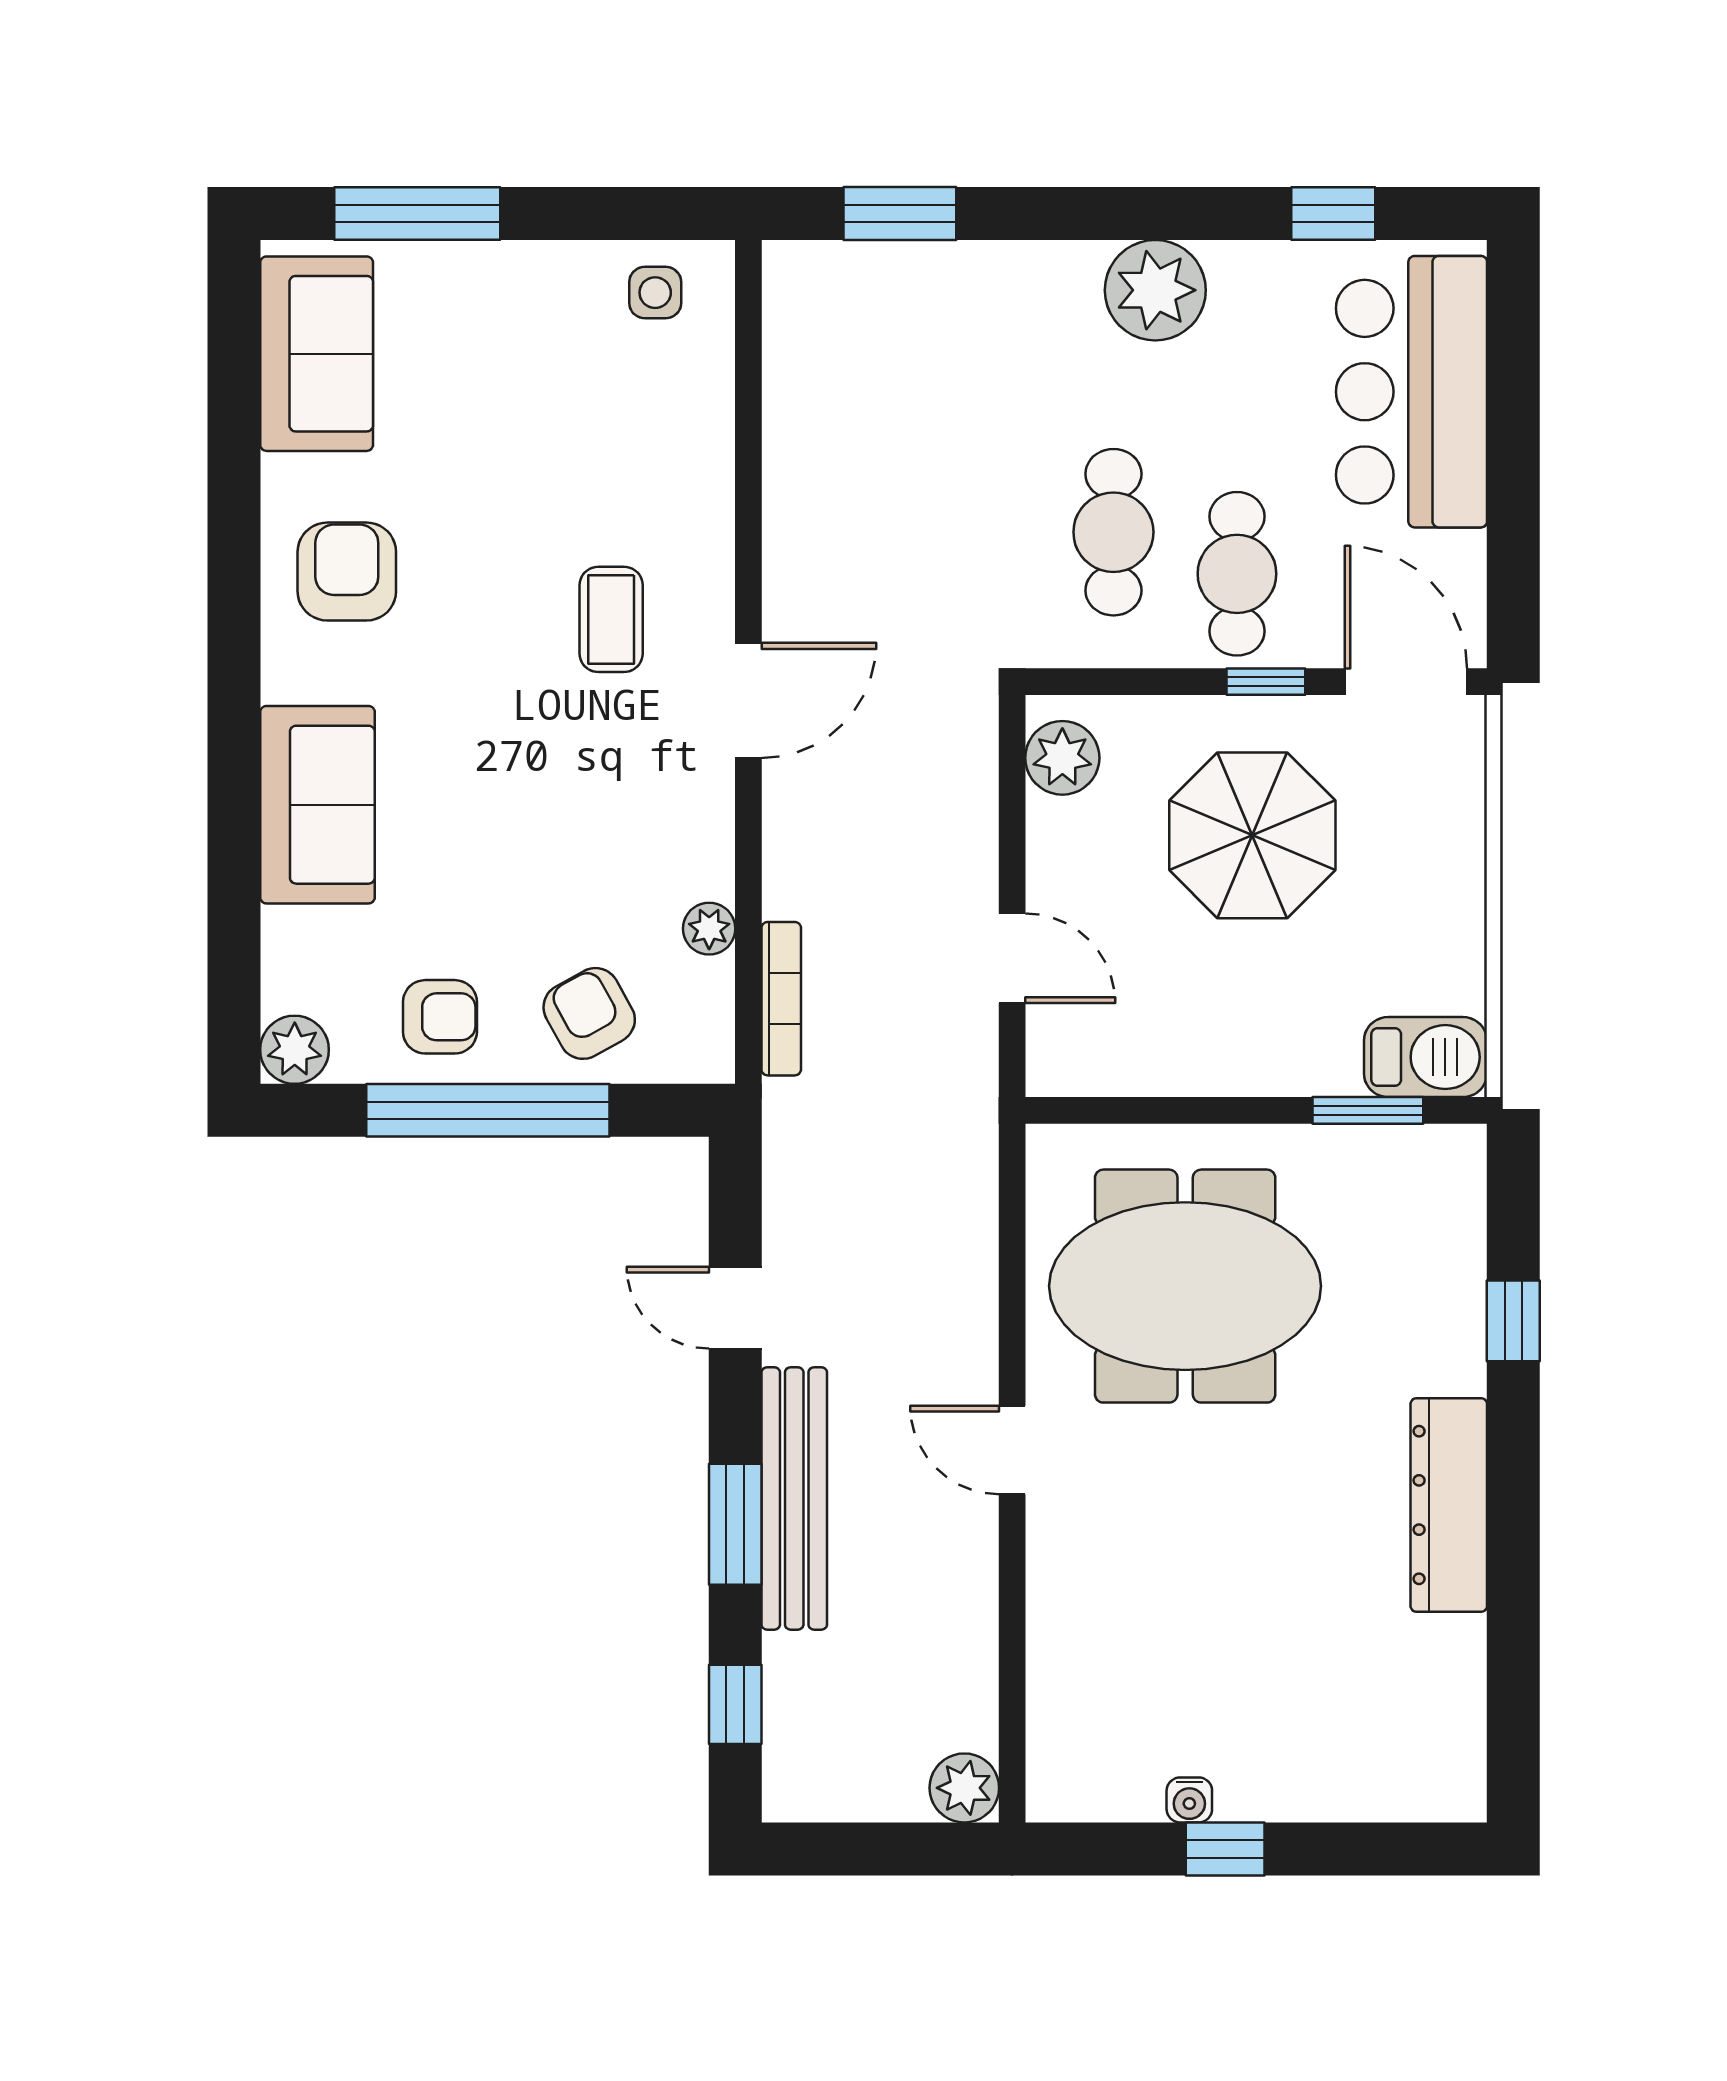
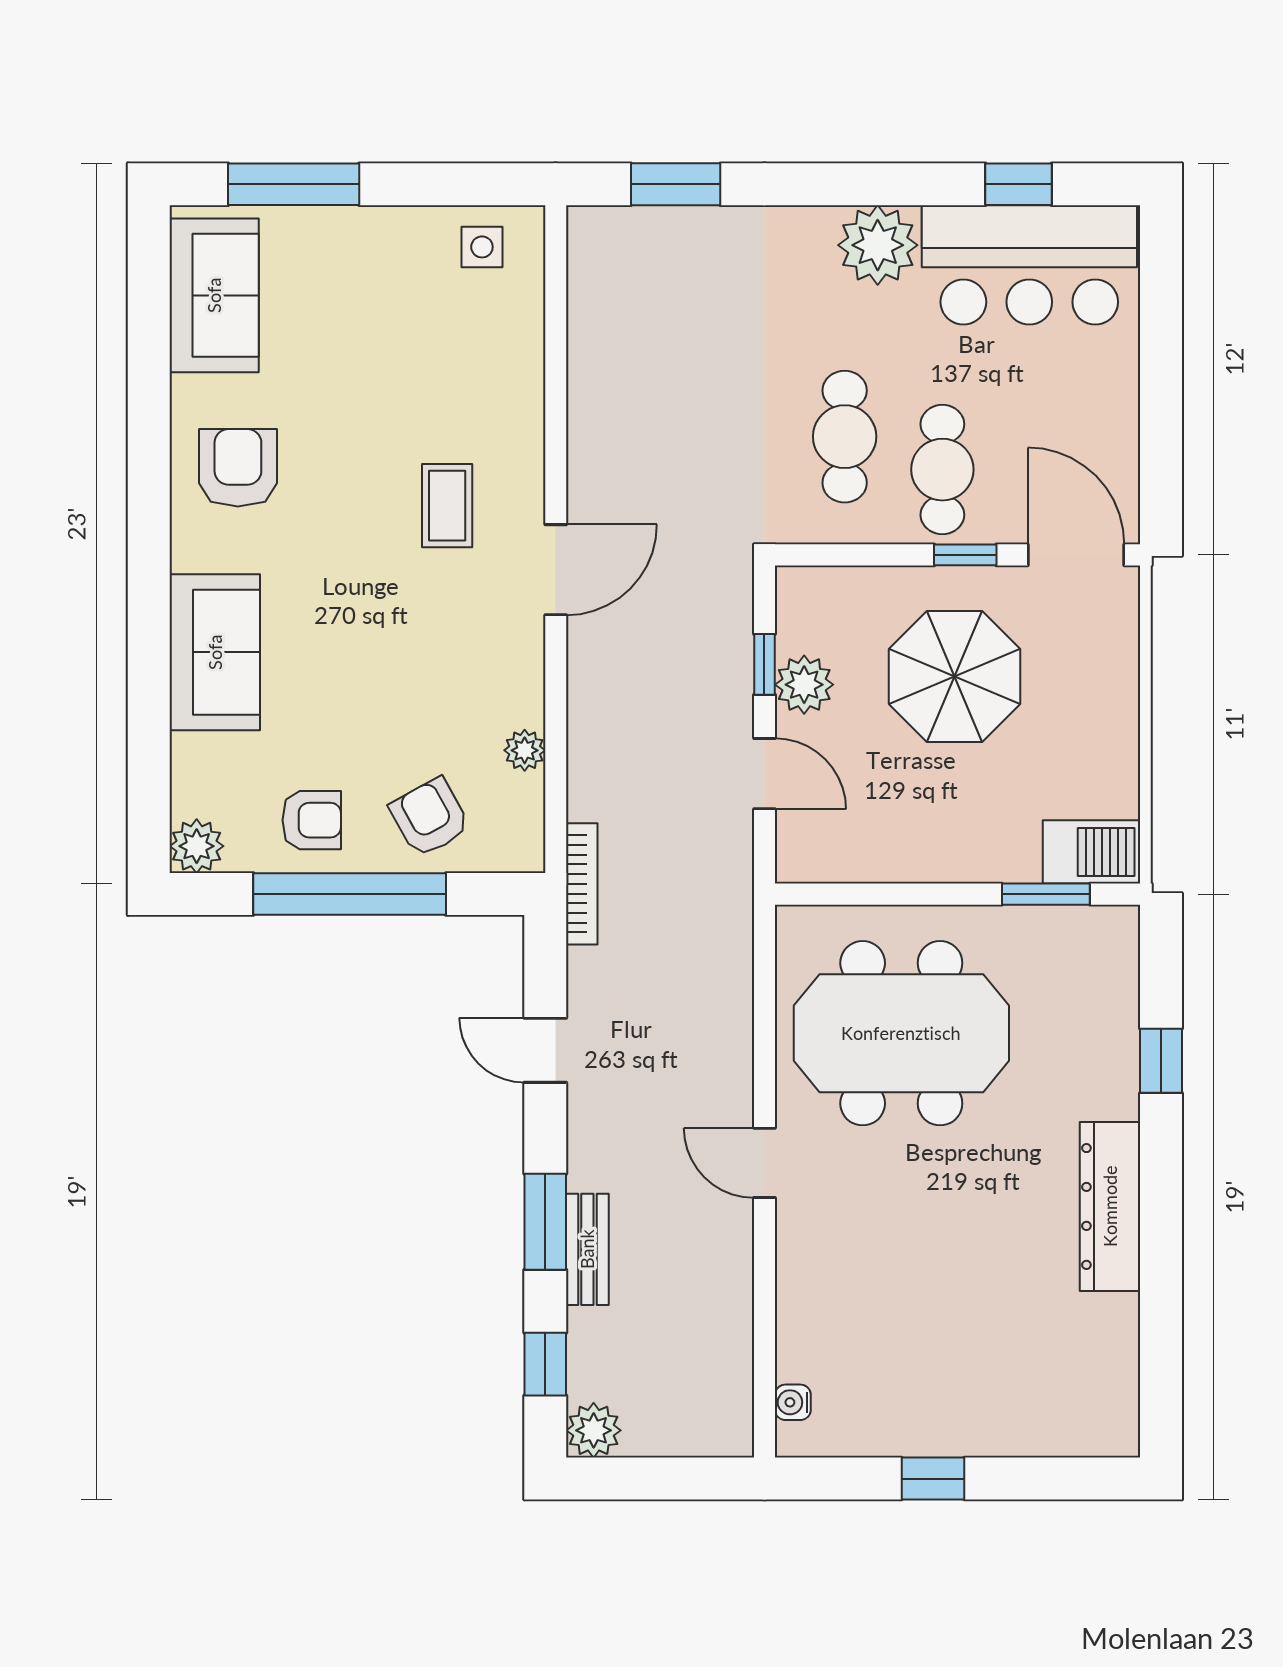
bar counter: (1411, 392) -> (1029, 265), moved, turned -90
plant: (1062, 758) -> (804, 685), moved
window: (1012, 820) -> (764, 664), added
bookcase: (781, 999) -> (582, 884), moved
bench: (794, 1498) -> (587, 1249), width x0.54, depth x0.82
plant: (964, 1788) -> (594, 1430), moved
water cooler: (1189, 1800) -> (793, 1402), moved, turned 90

